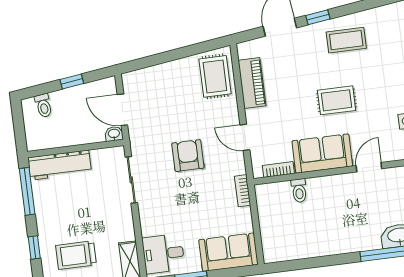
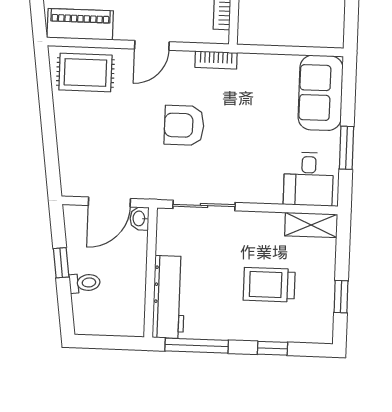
piano: (252, 83) -> (80, 24), moved
toilet: (44, 106) -> (85, 283), moved
door: (245, 137) -> (152, 45), moved
bookcase: (242, 191) -> (216, 60), moved
trolley: (76, 255) -> (269, 285), moved, turned 90

